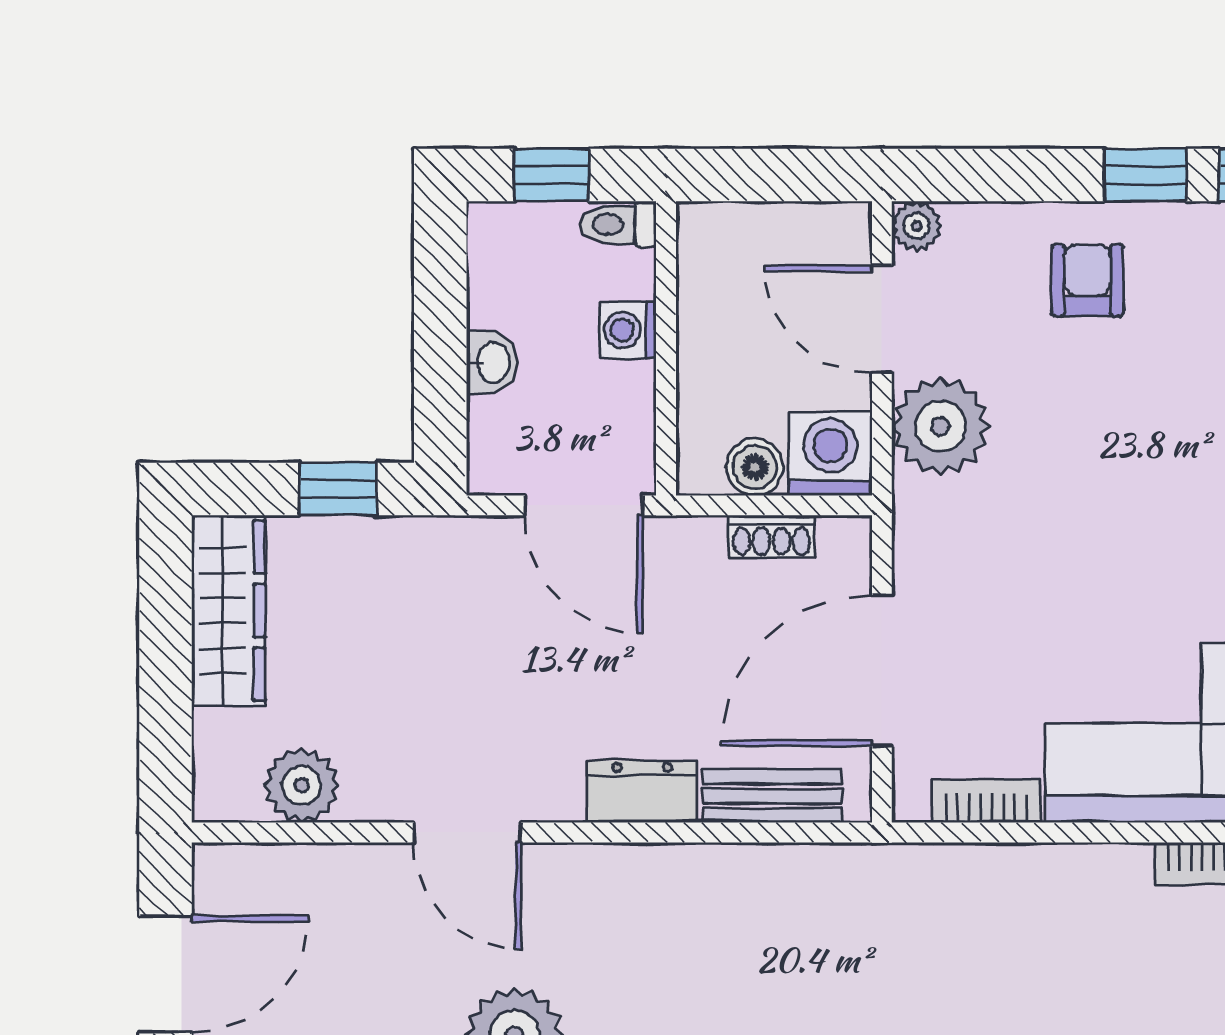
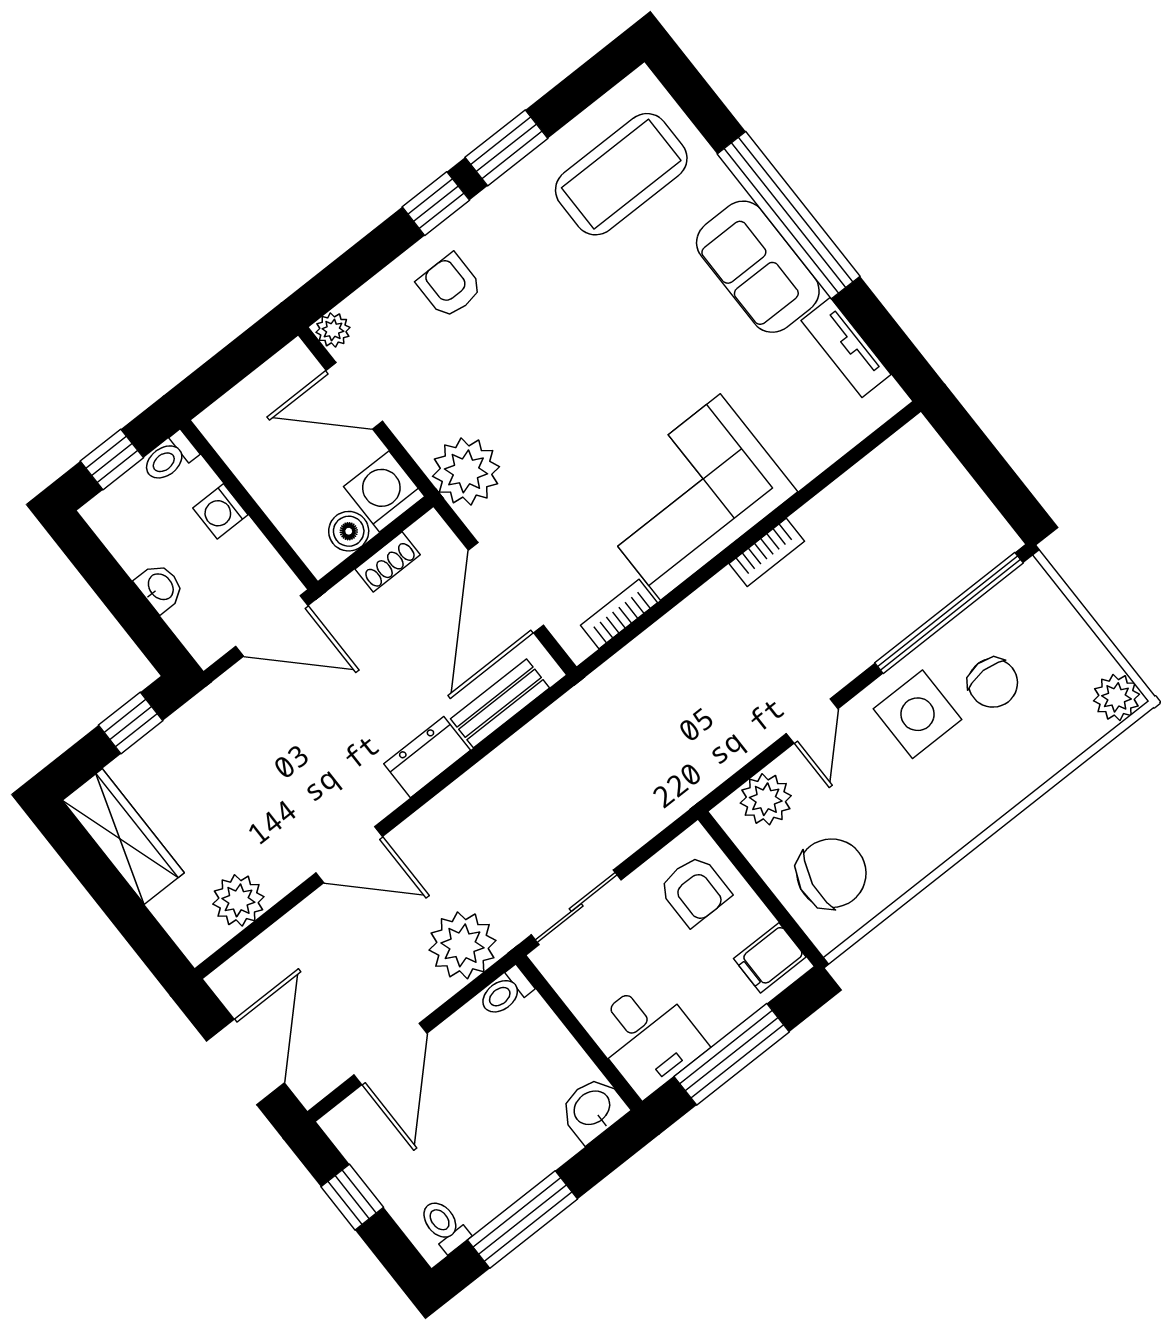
plant: (941, 426) -> (466, 471), moved

